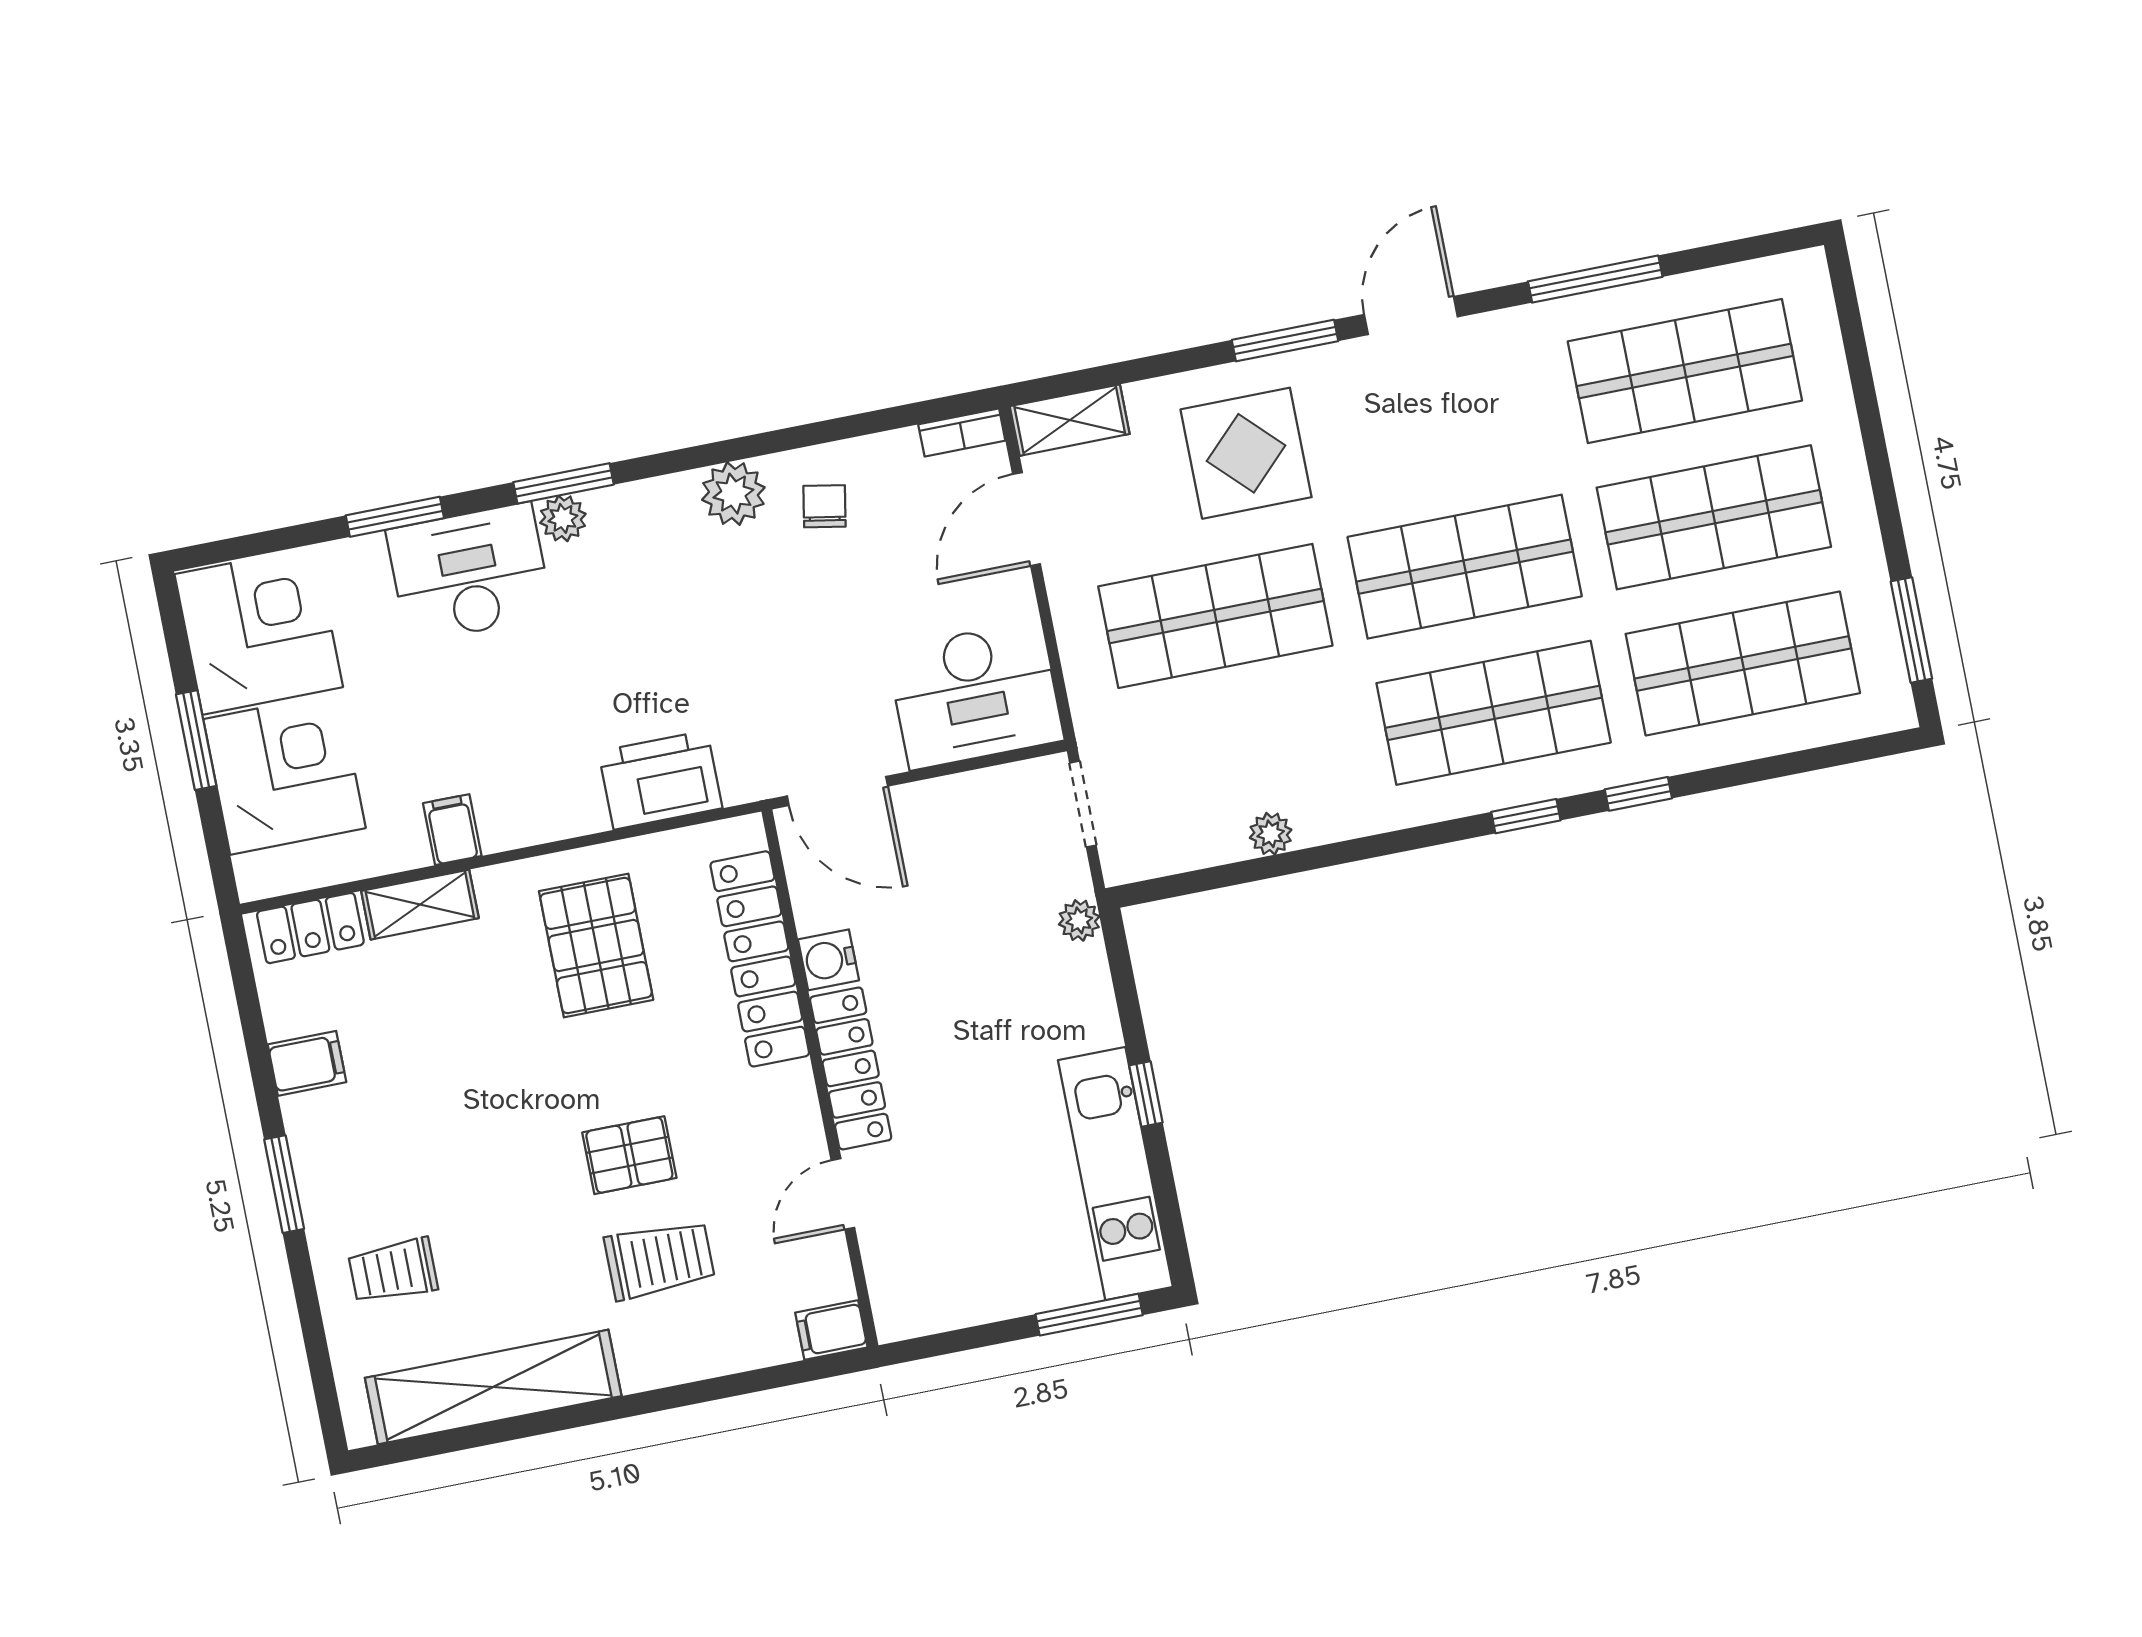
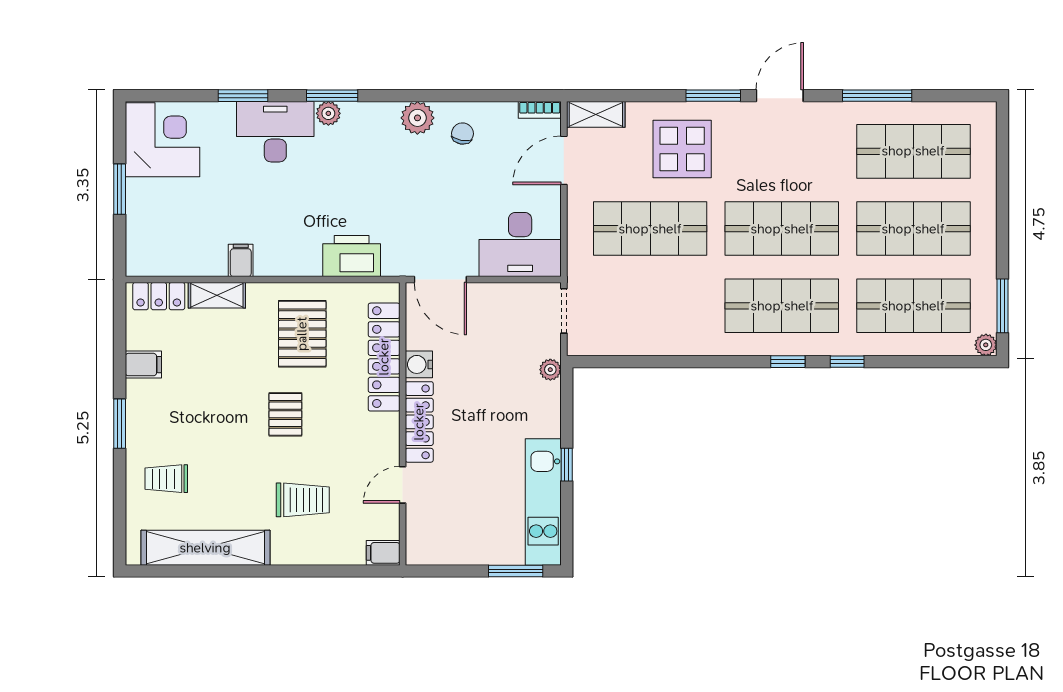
corner desk: (284, 774) -> (161, 215), removed
plant: (1271, 834) -> (986, 345), moved
pallet: (629, 1155) -> (285, 414), moved, turned 90

